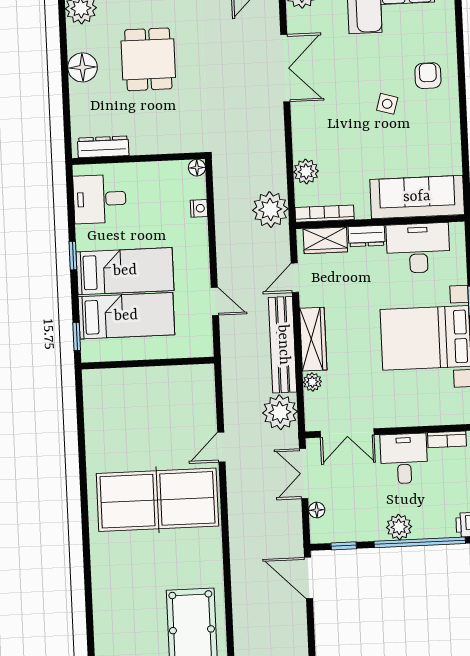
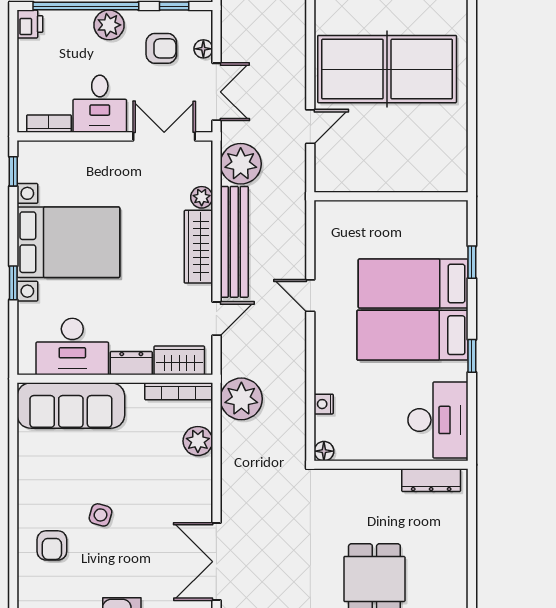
floor lamp: (83, 67) -> (451, 573), removed
desk: (100, 199) -> (438, 420), width x1.37
wall: (148, 363) -> (391, 196), moved
armchair: (353, 509) -> (161, 48), added

